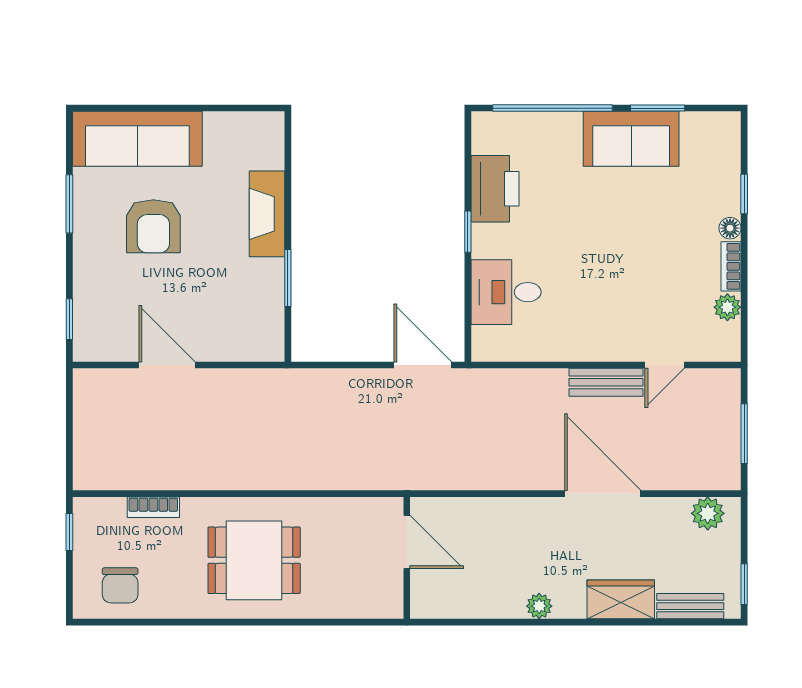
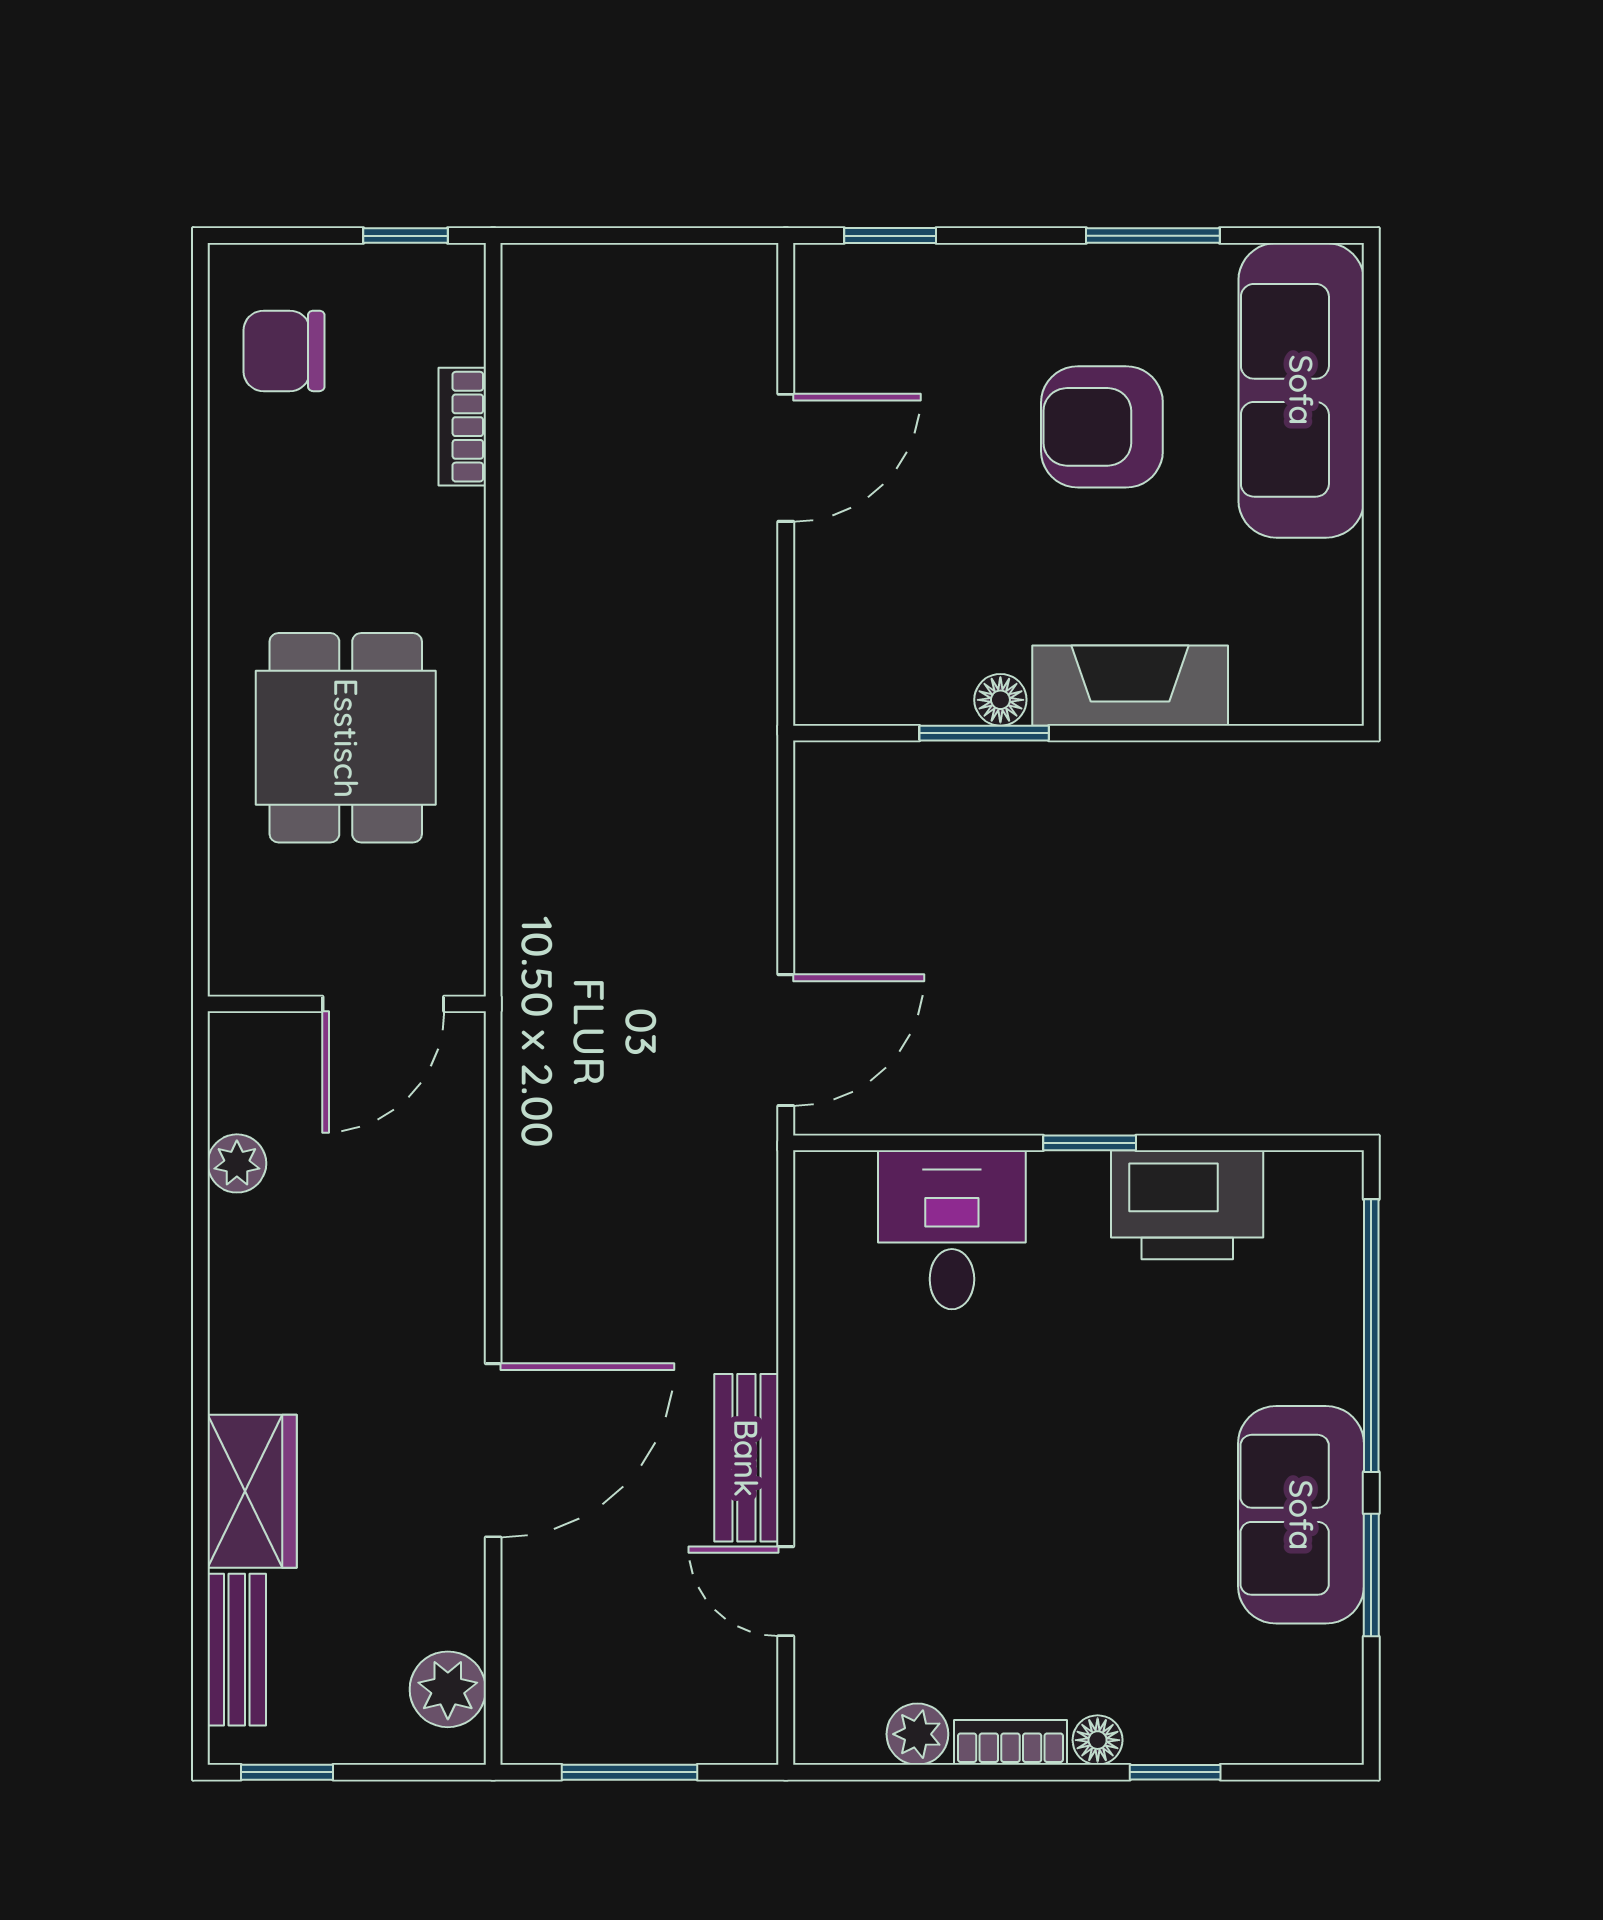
floor lamp: (273, 271) -> (1000, 700), added
dining table: (254, 560) -> (346, 738), moved
plant: (539, 606) -> (237, 1163), moved

